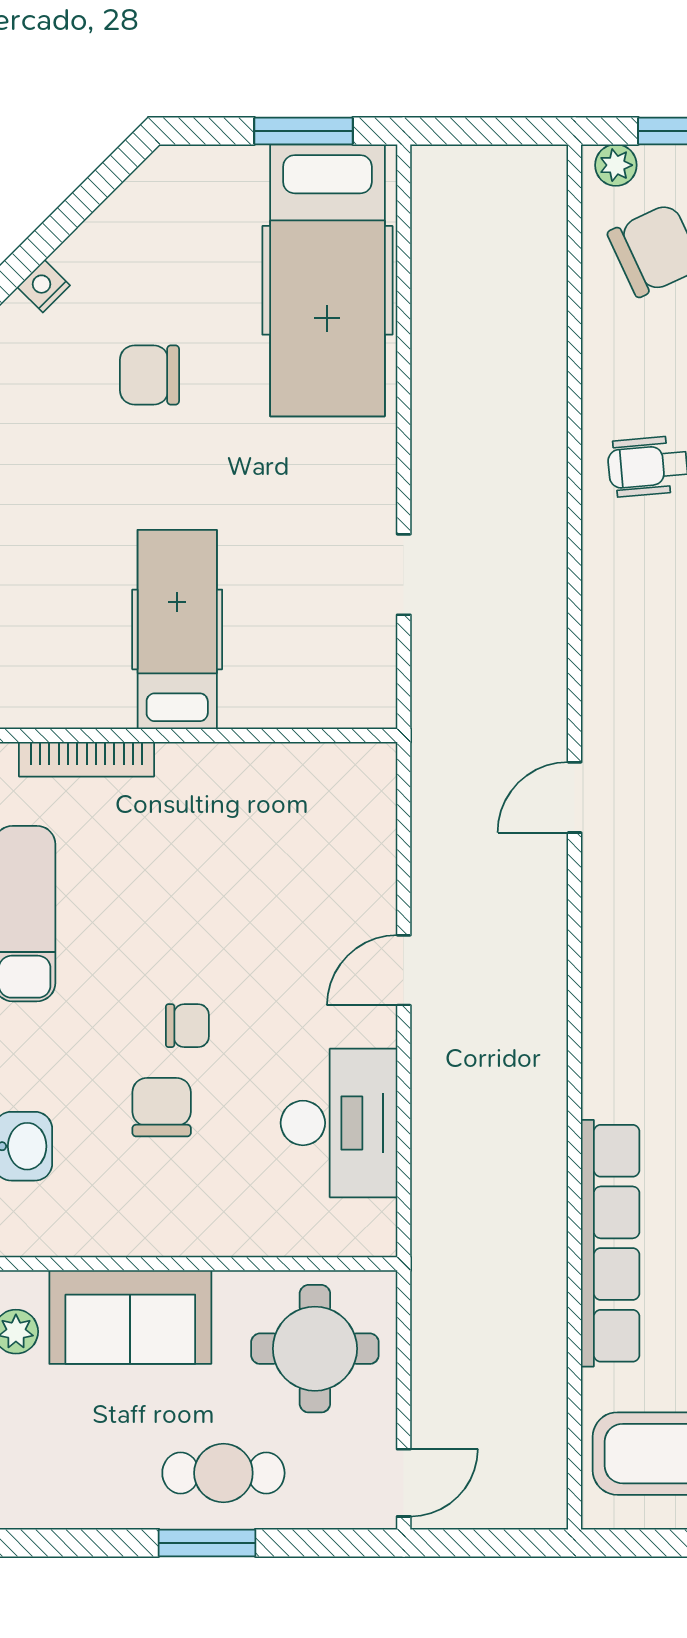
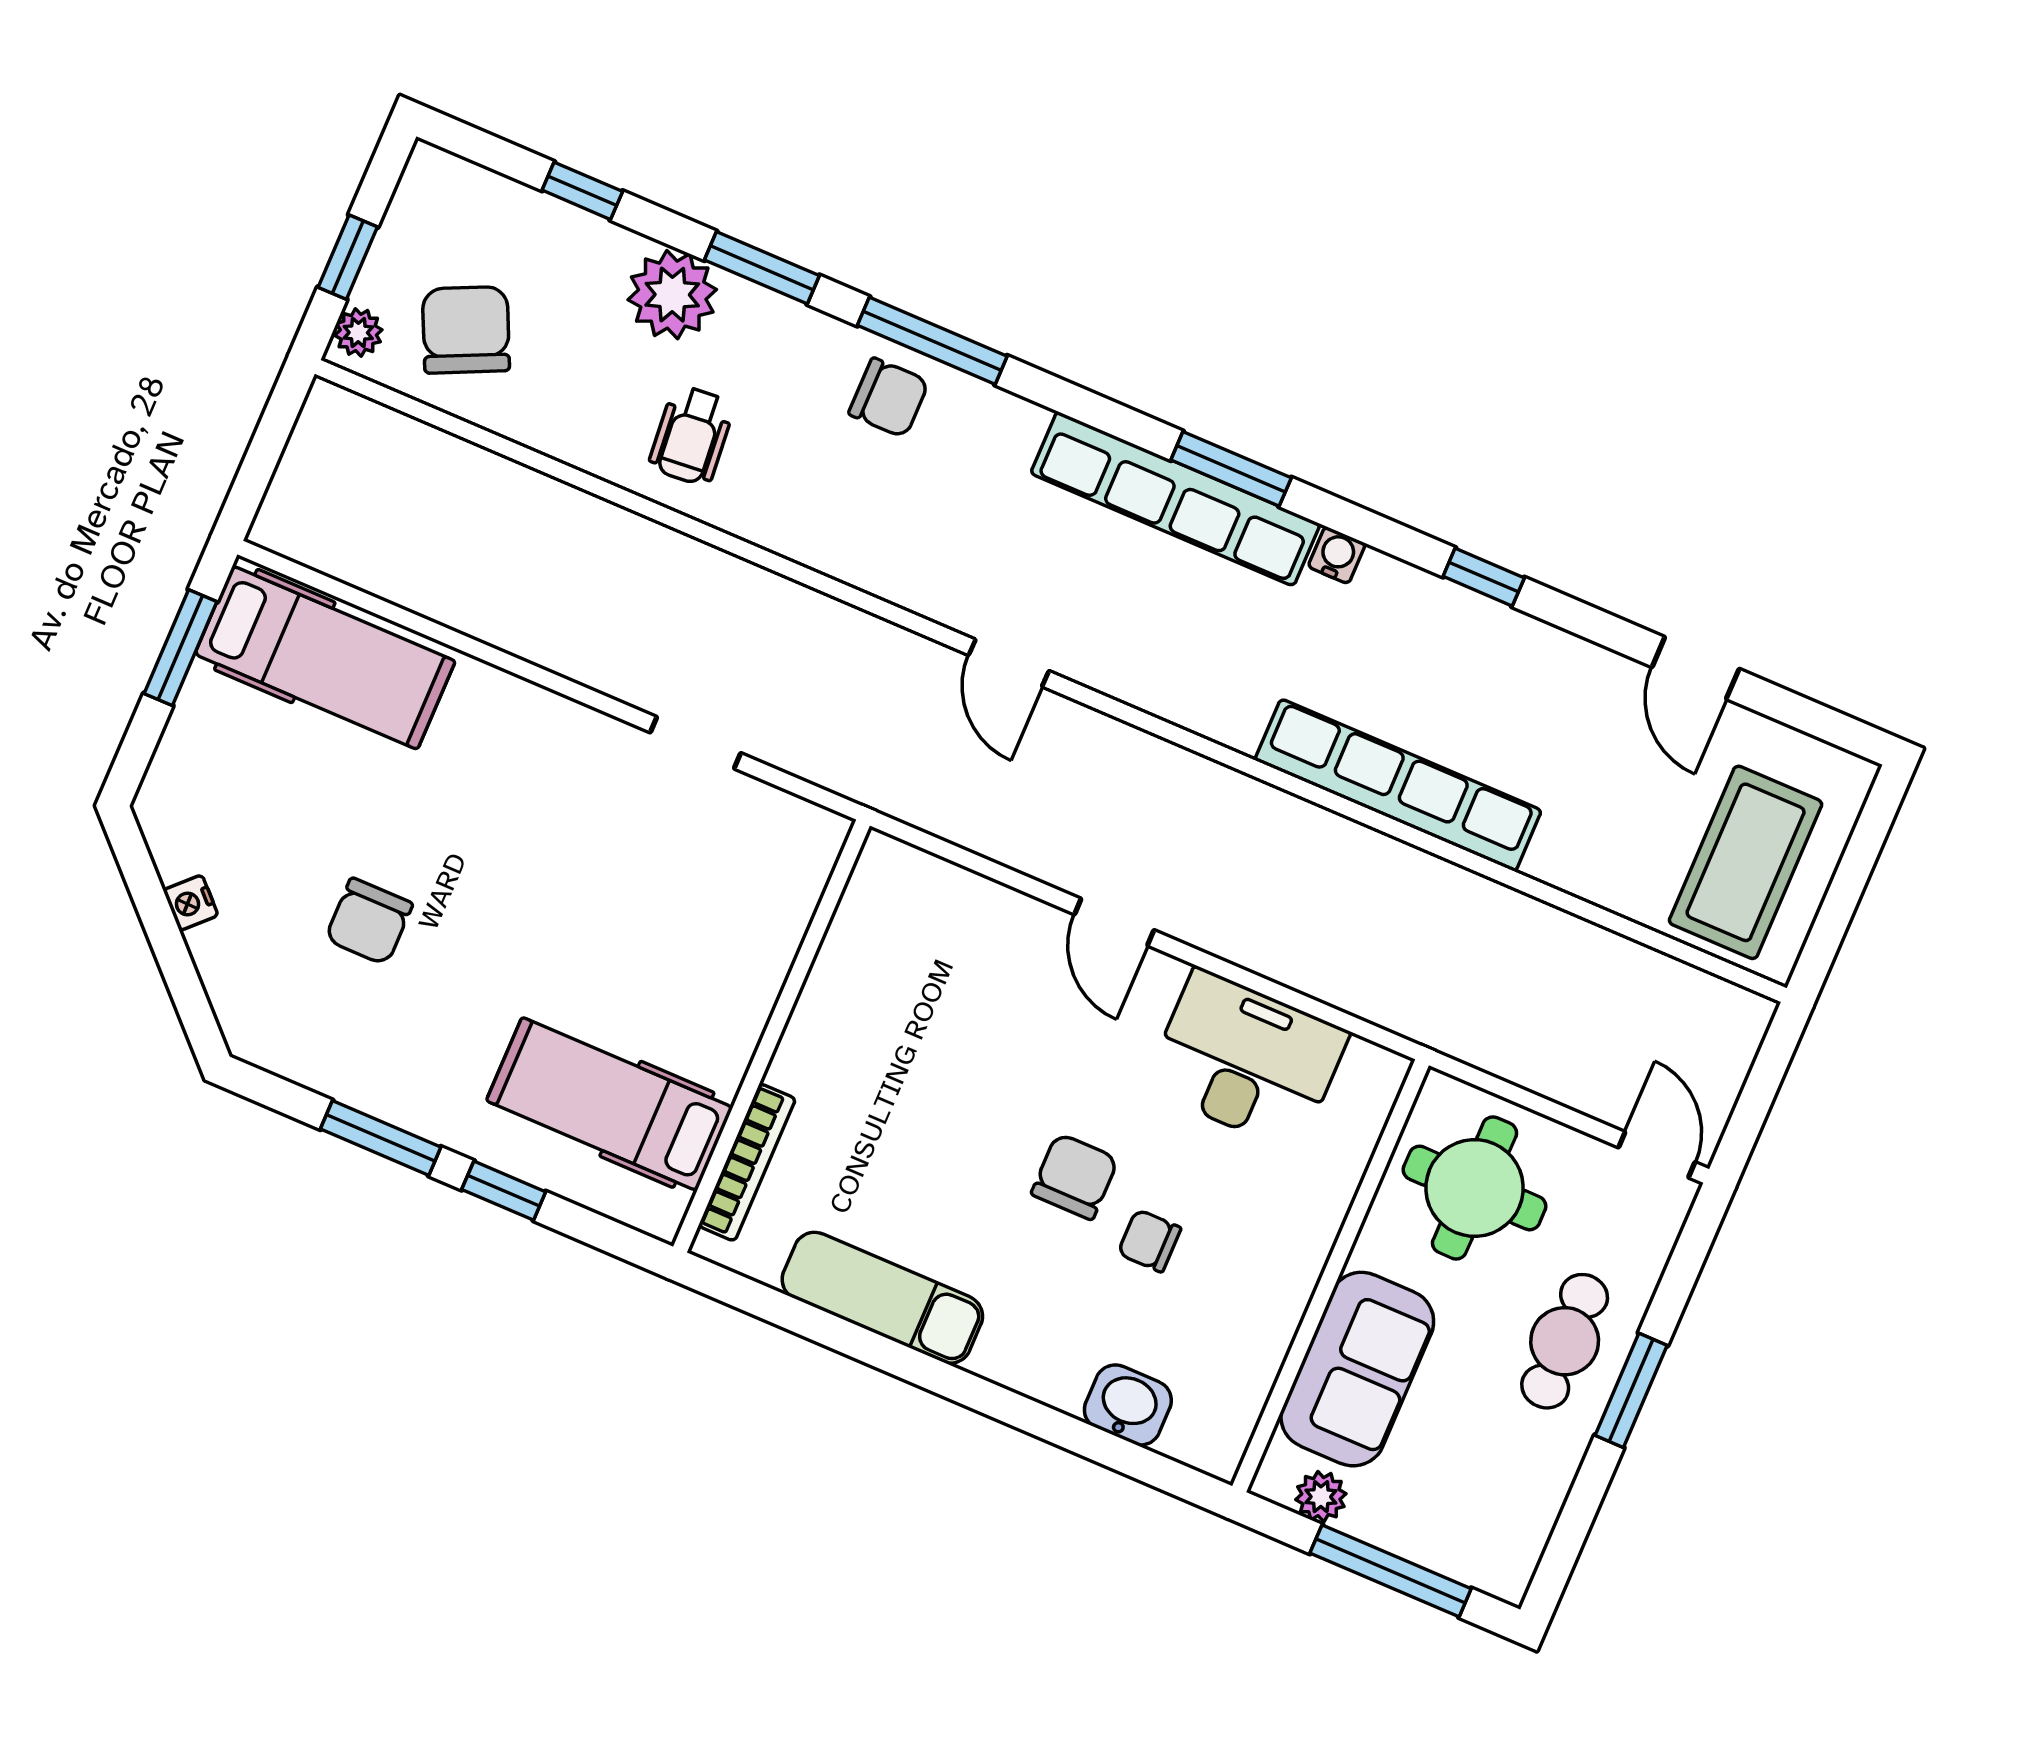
hospital bed: (327, 280) -> (325, 658), width x0.73, depth x0.78
nightstand: (44, 286) -> (191, 903), moved
hospital bed: (177, 629) -> (609, 1104), moved
chair: (187, 1026) -> (1075, 1176), width x1.37, depth x1.37
chair: (162, 1107) -> (1149, 1241), width x0.73, depth x0.73
row of seats: (610, 1243) -> (1398, 785), moved

